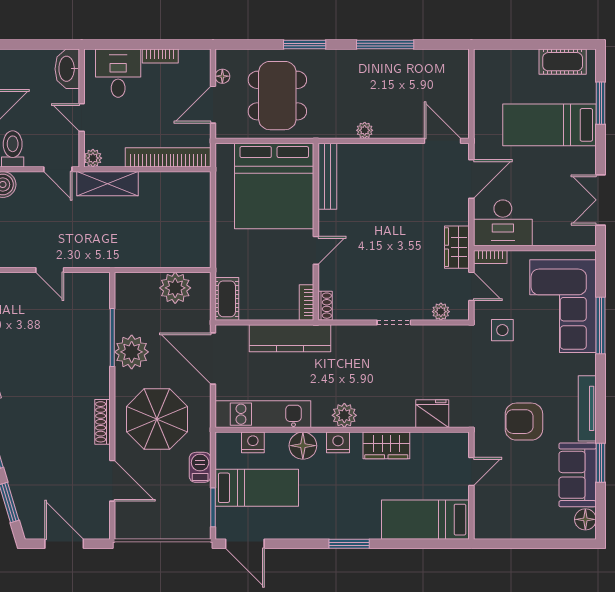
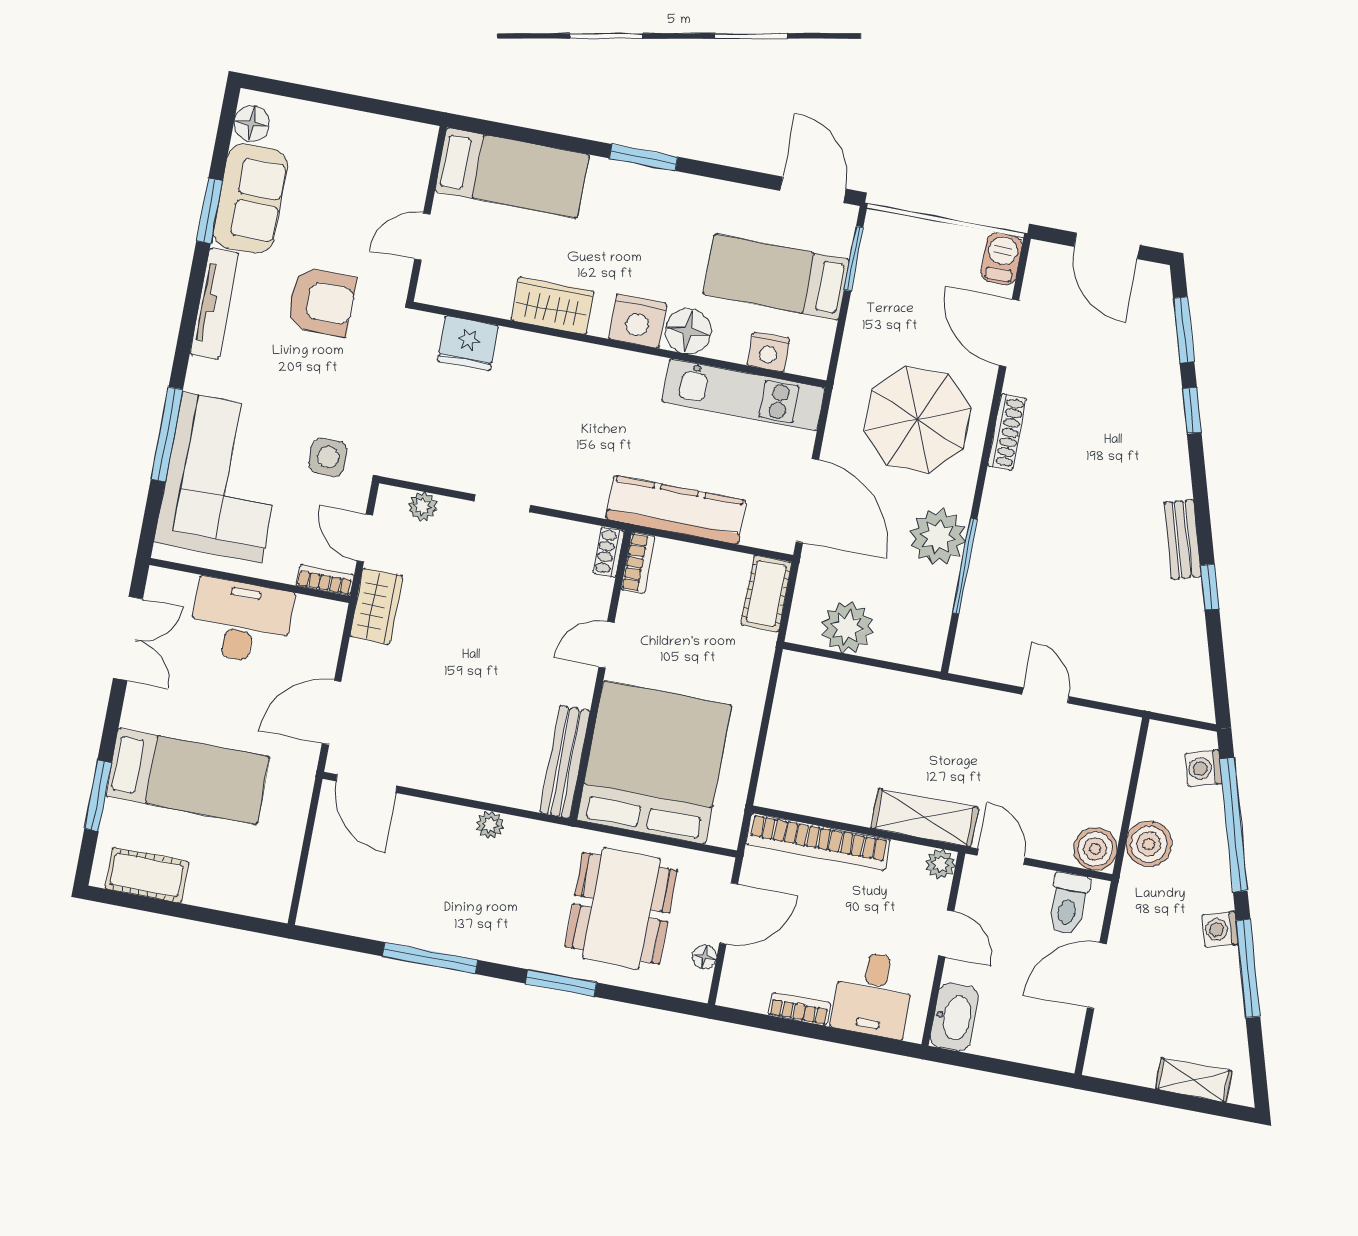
desk: (503, 223) -> (241, 621), moved
plant: (344, 415) -> (611, 368), removed
nightstand: (338, 442) -> (638, 321), width x1.36, depth x1.33
barbecue: (200, 467) -> (1001, 259), moved, turned 180

